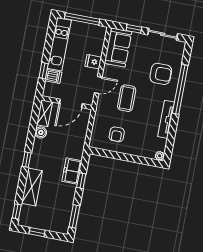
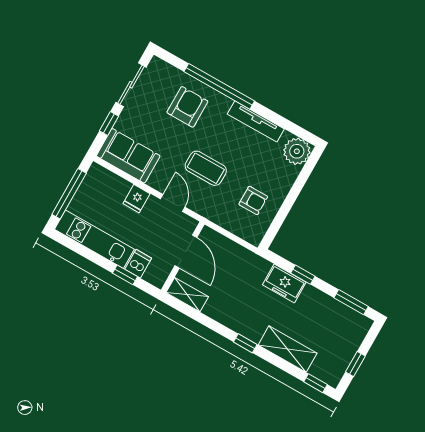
boiler: (41, 132) -> (213, 309), removed
plant: (160, 156) -> (297, 151), width x1.88, depth x1.88

